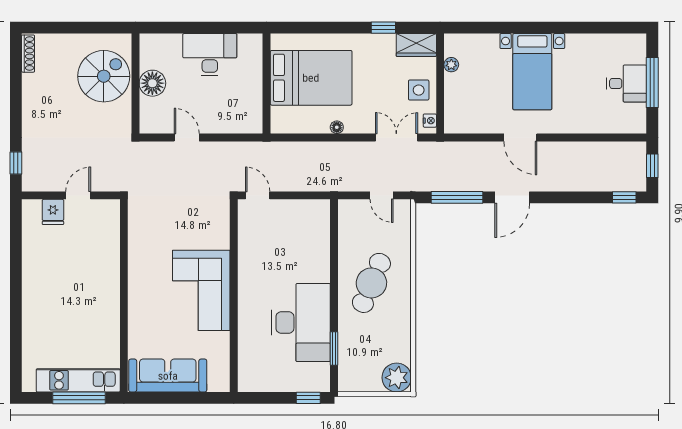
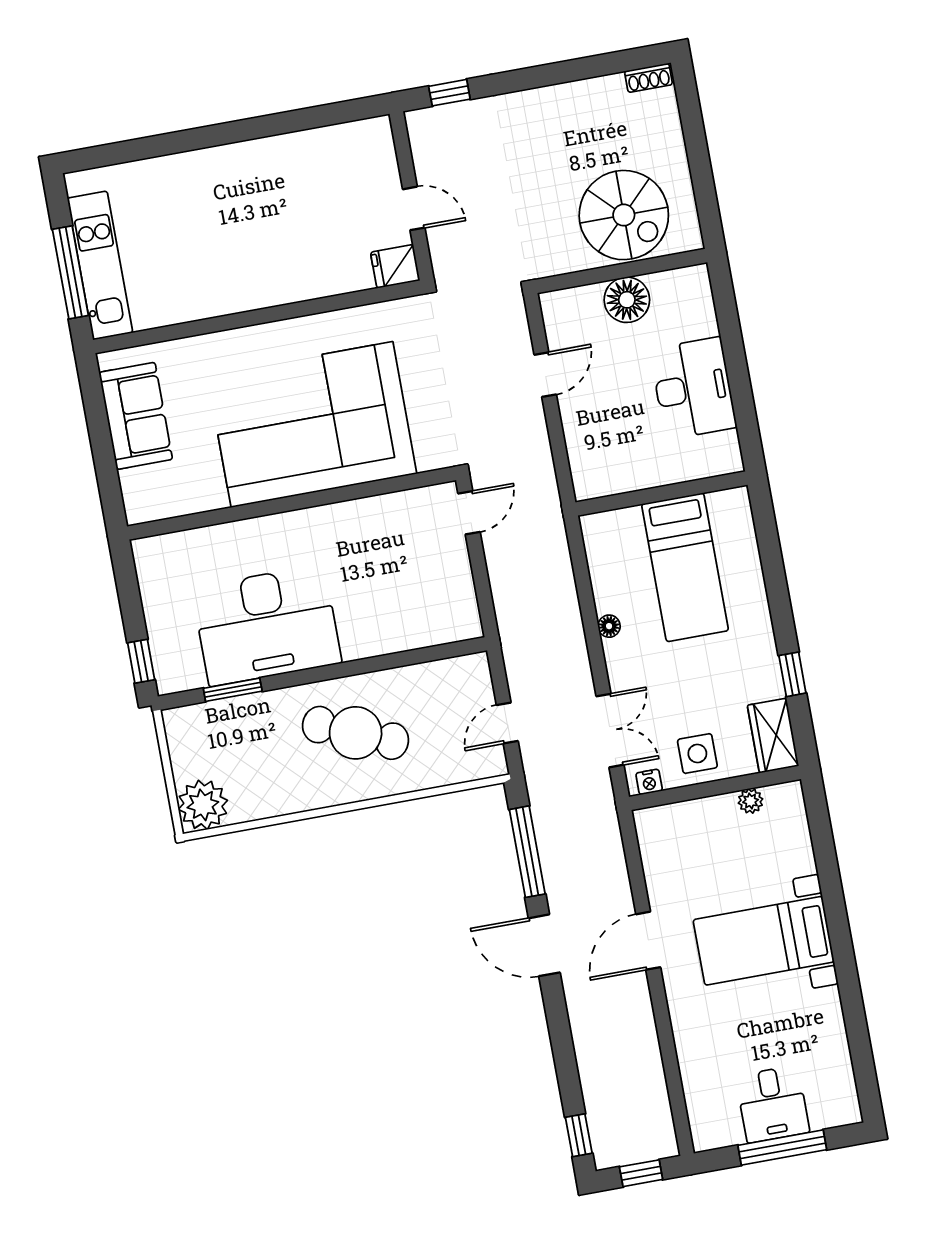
shoe rack: (28, 54) -> (648, 78), width x0.70
bed: (311, 78) -> (685, 567), width x0.67
fridge: (53, 212) -> (395, 266), moved
corner sofa: (201, 290) -> (312, 425), width x1.36, depth x1.36
sofa: (168, 376) -> (136, 416), width x0.73

